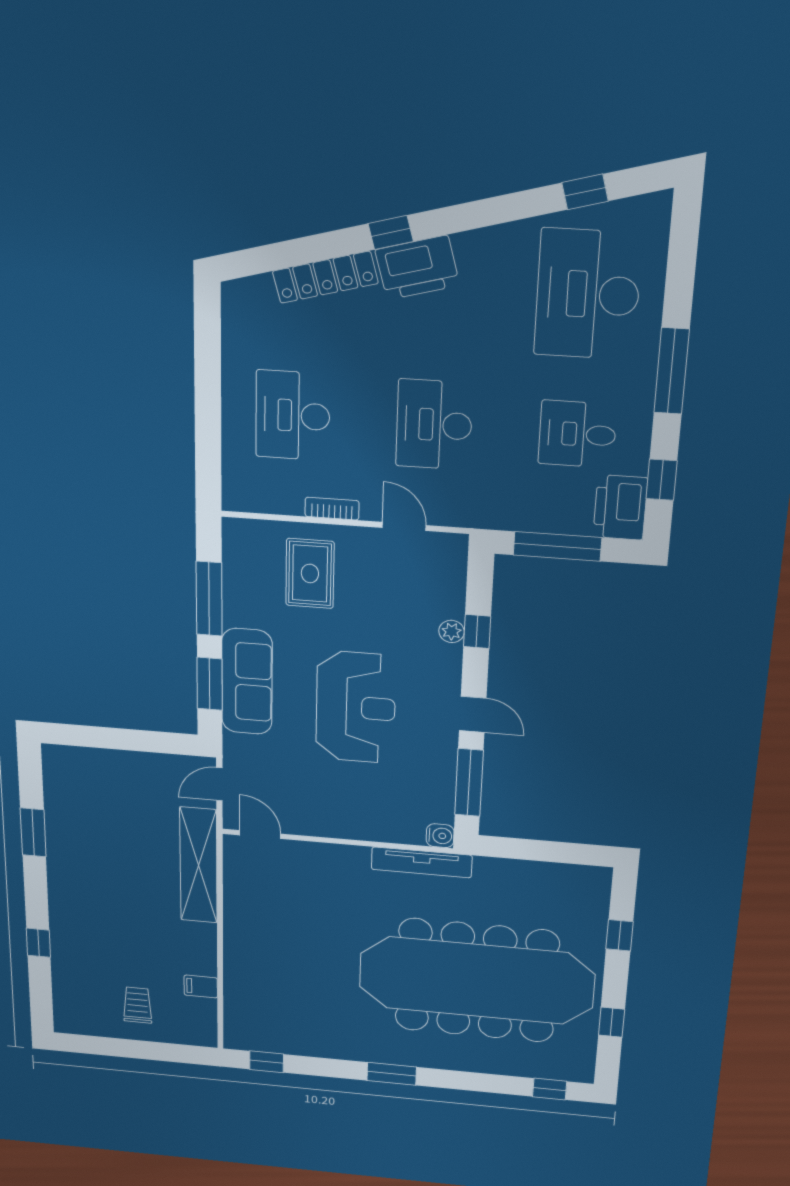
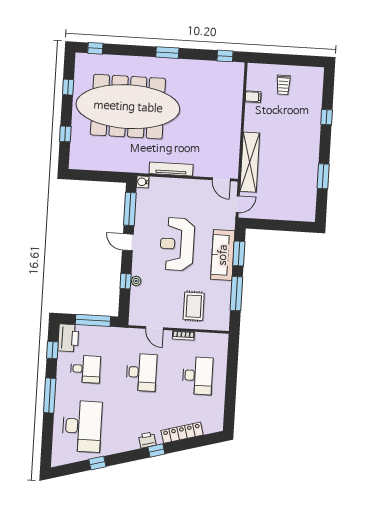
window: (585, 192) -> (97, 463), moved
printer: (417, 268) -> (147, 440), width x0.53, depth x0.68
tv unit: (422, 862) -> (171, 169), moved

